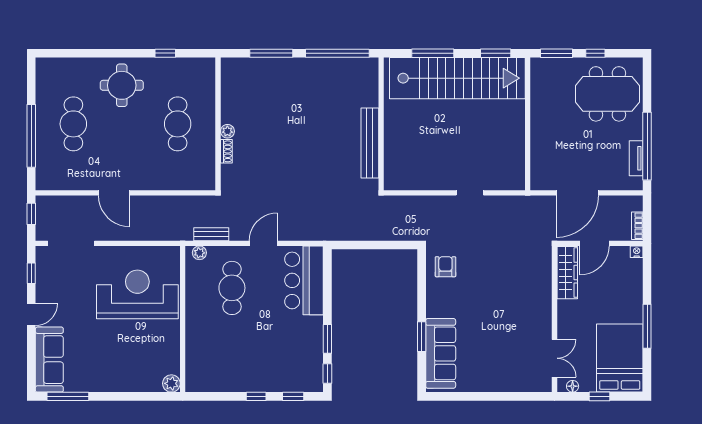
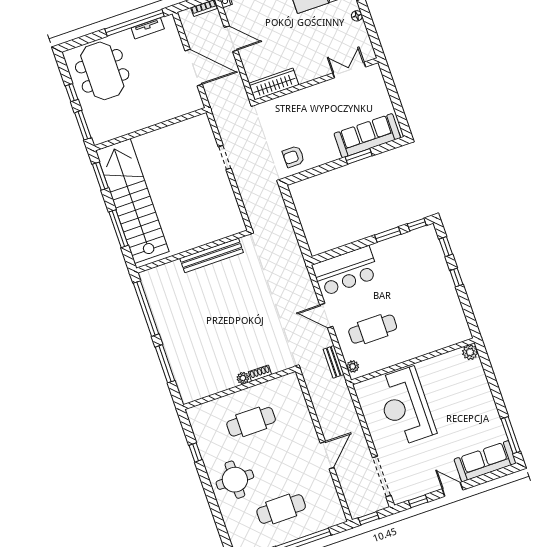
wardrobe: (567, 273) -> (274, 84), moved
wall: (554, 319) -> (316, 81), moved
double door: (554, 358) -> (349, 70), moved

